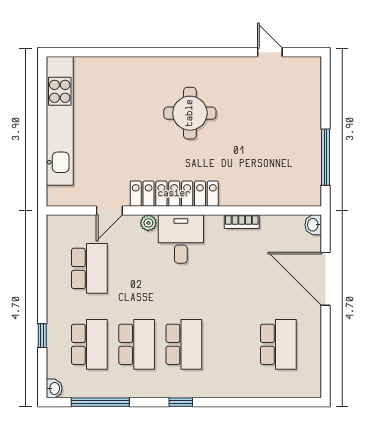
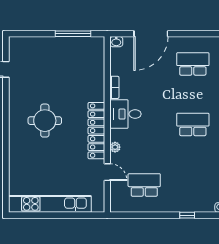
desk: (181, 239) -> (125, 114), moved
school desk: (89, 344) -> (193, 185), removed
school desk: (137, 344) -> (193, 155), removed

